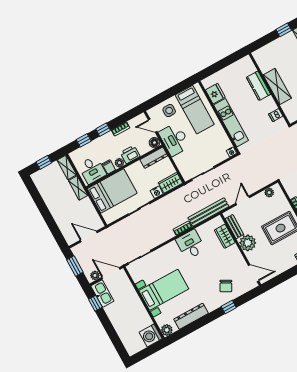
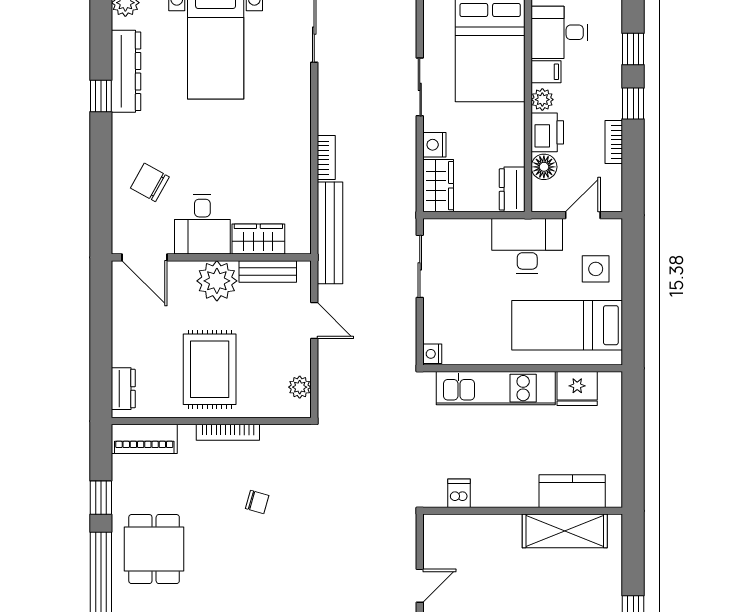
kitchen counter: (259, 86) -> (572, 491), moved
shelving: (277, 86) -> (565, 531), moved
floor lamp: (154, 143) -> (544, 167), moved
dresser: (154, 158) -> (512, 189), width x0.70
desk: (191, 245) -> (202, 224), moved, turned 90
door: (254, 273) -> (145, 257), hinge flipped
window: (229, 307) -> (101, 96), moved

